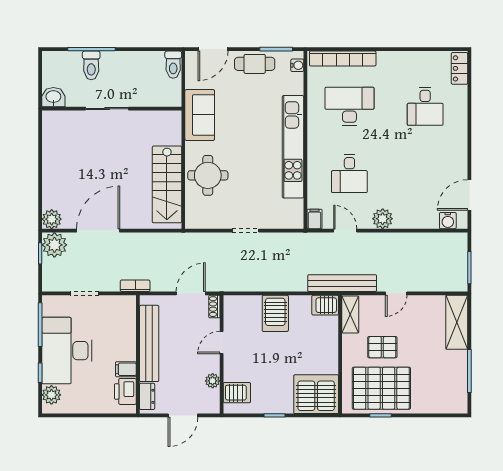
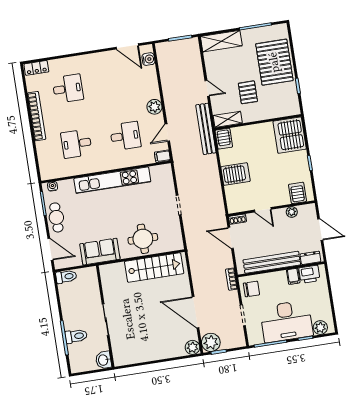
bookcase: (343, 59) -> (37, 116), moved
desk: (349, 106) -> (76, 144), width x0.73
chair: (118, 311) -> (251, 289), added
pallet: (381, 388) -> (274, 62), moved

